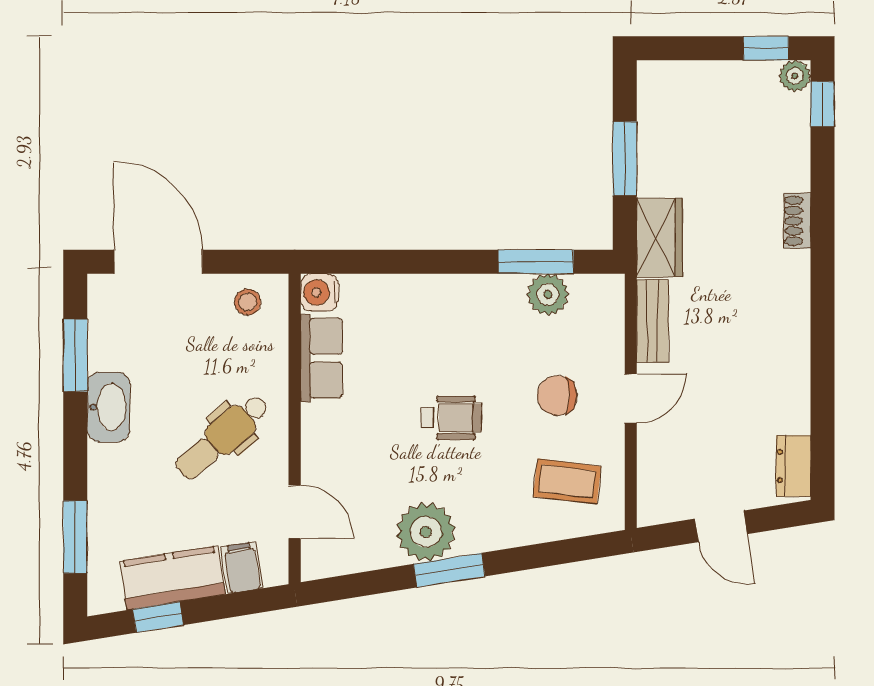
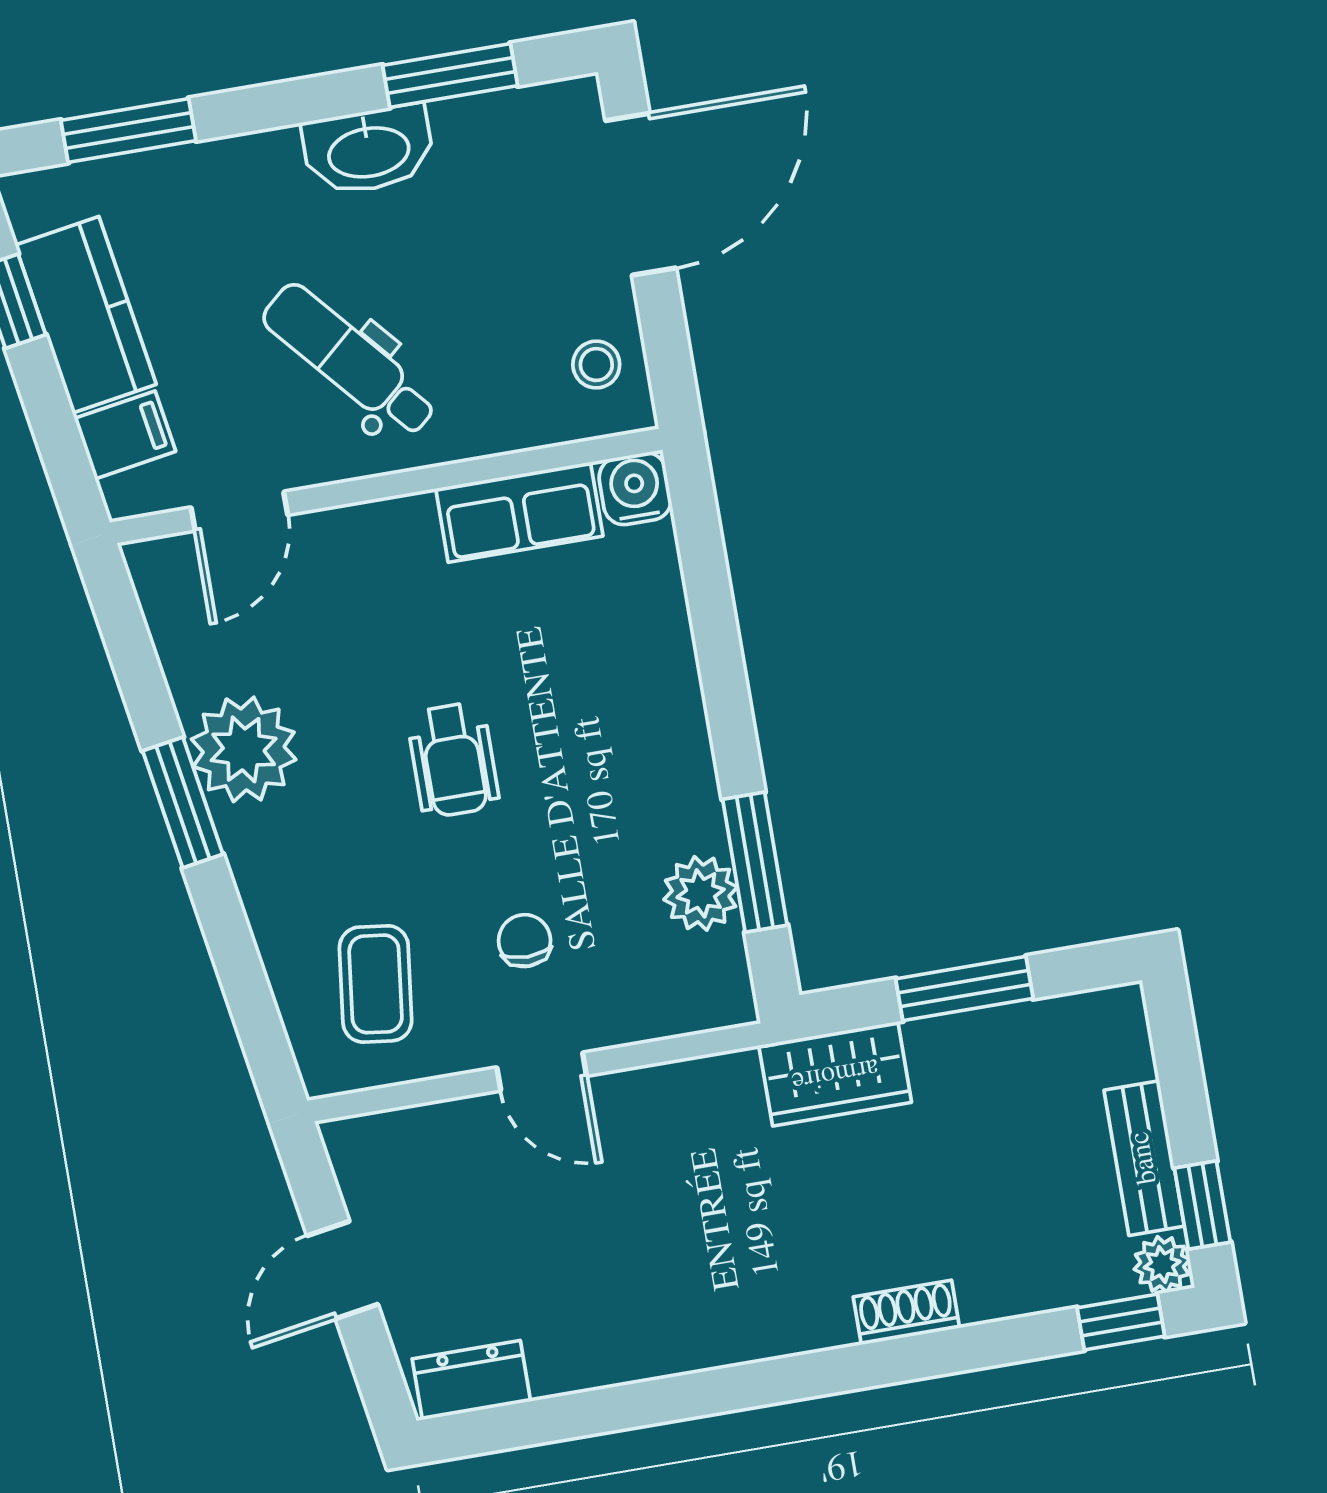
bench: (652, 321) -> (1144, 1158), moved, turned 90
chair: (557, 396) -> (525, 941), width x0.73, depth x0.73

